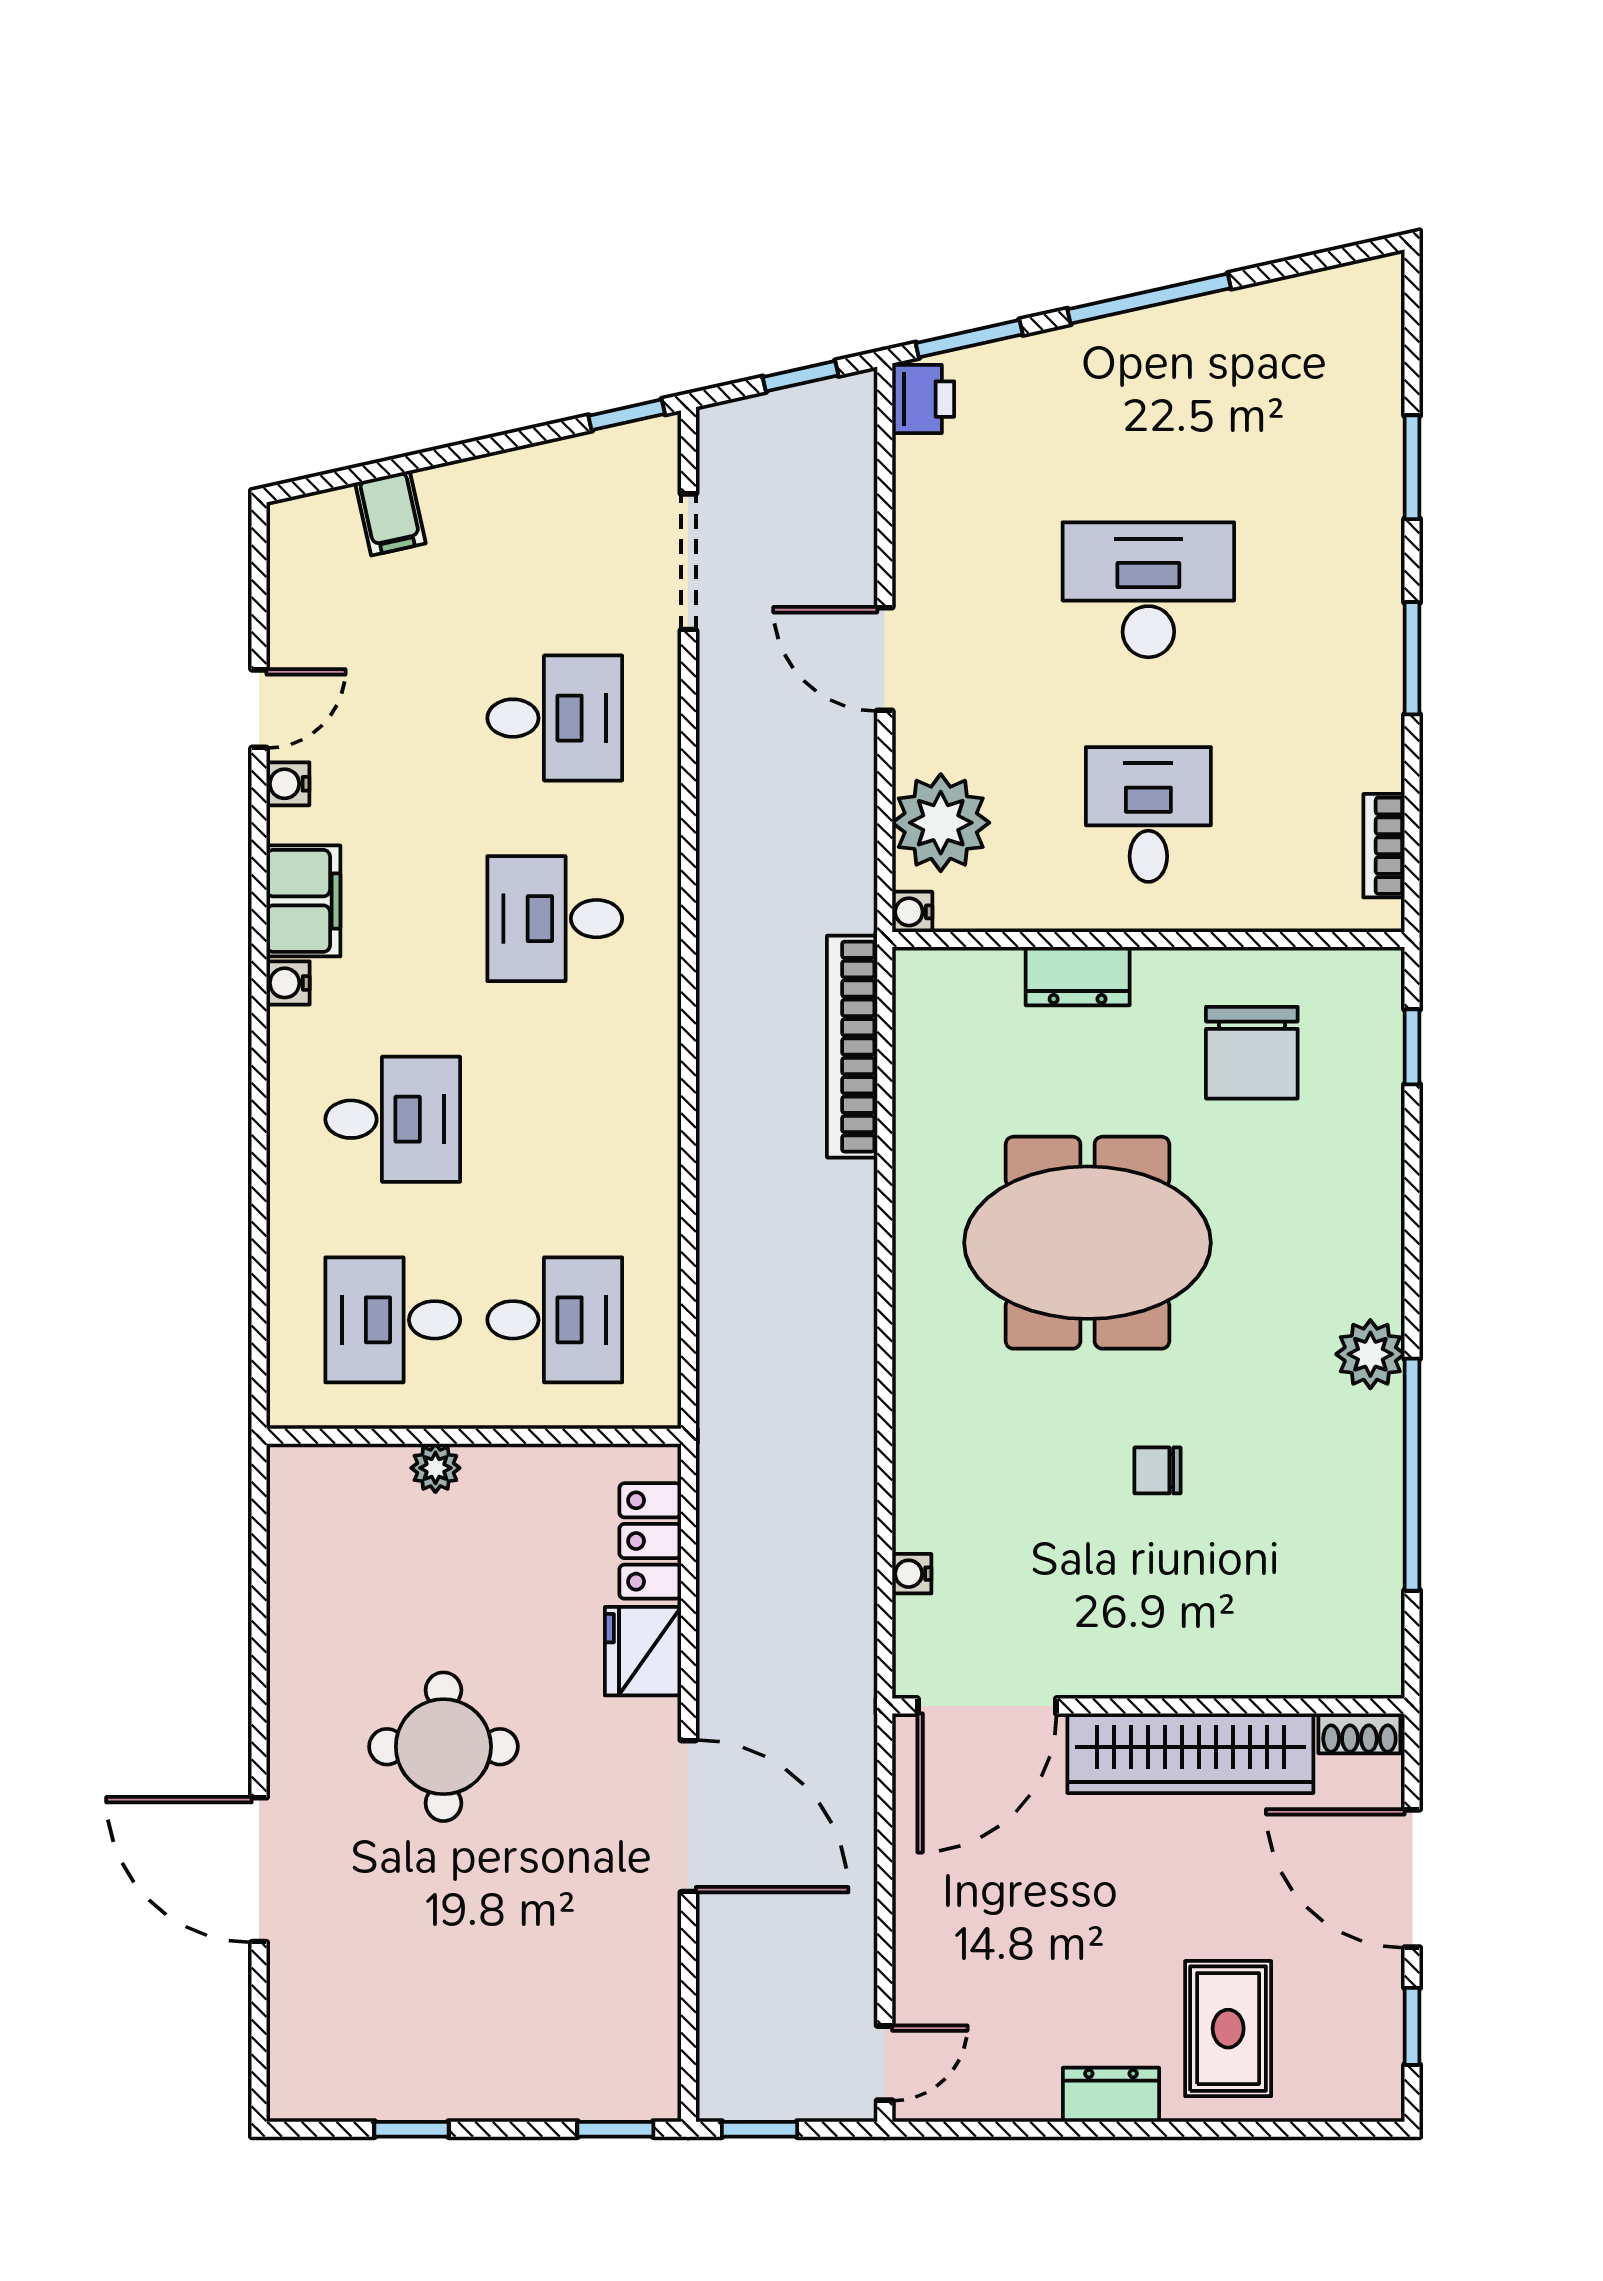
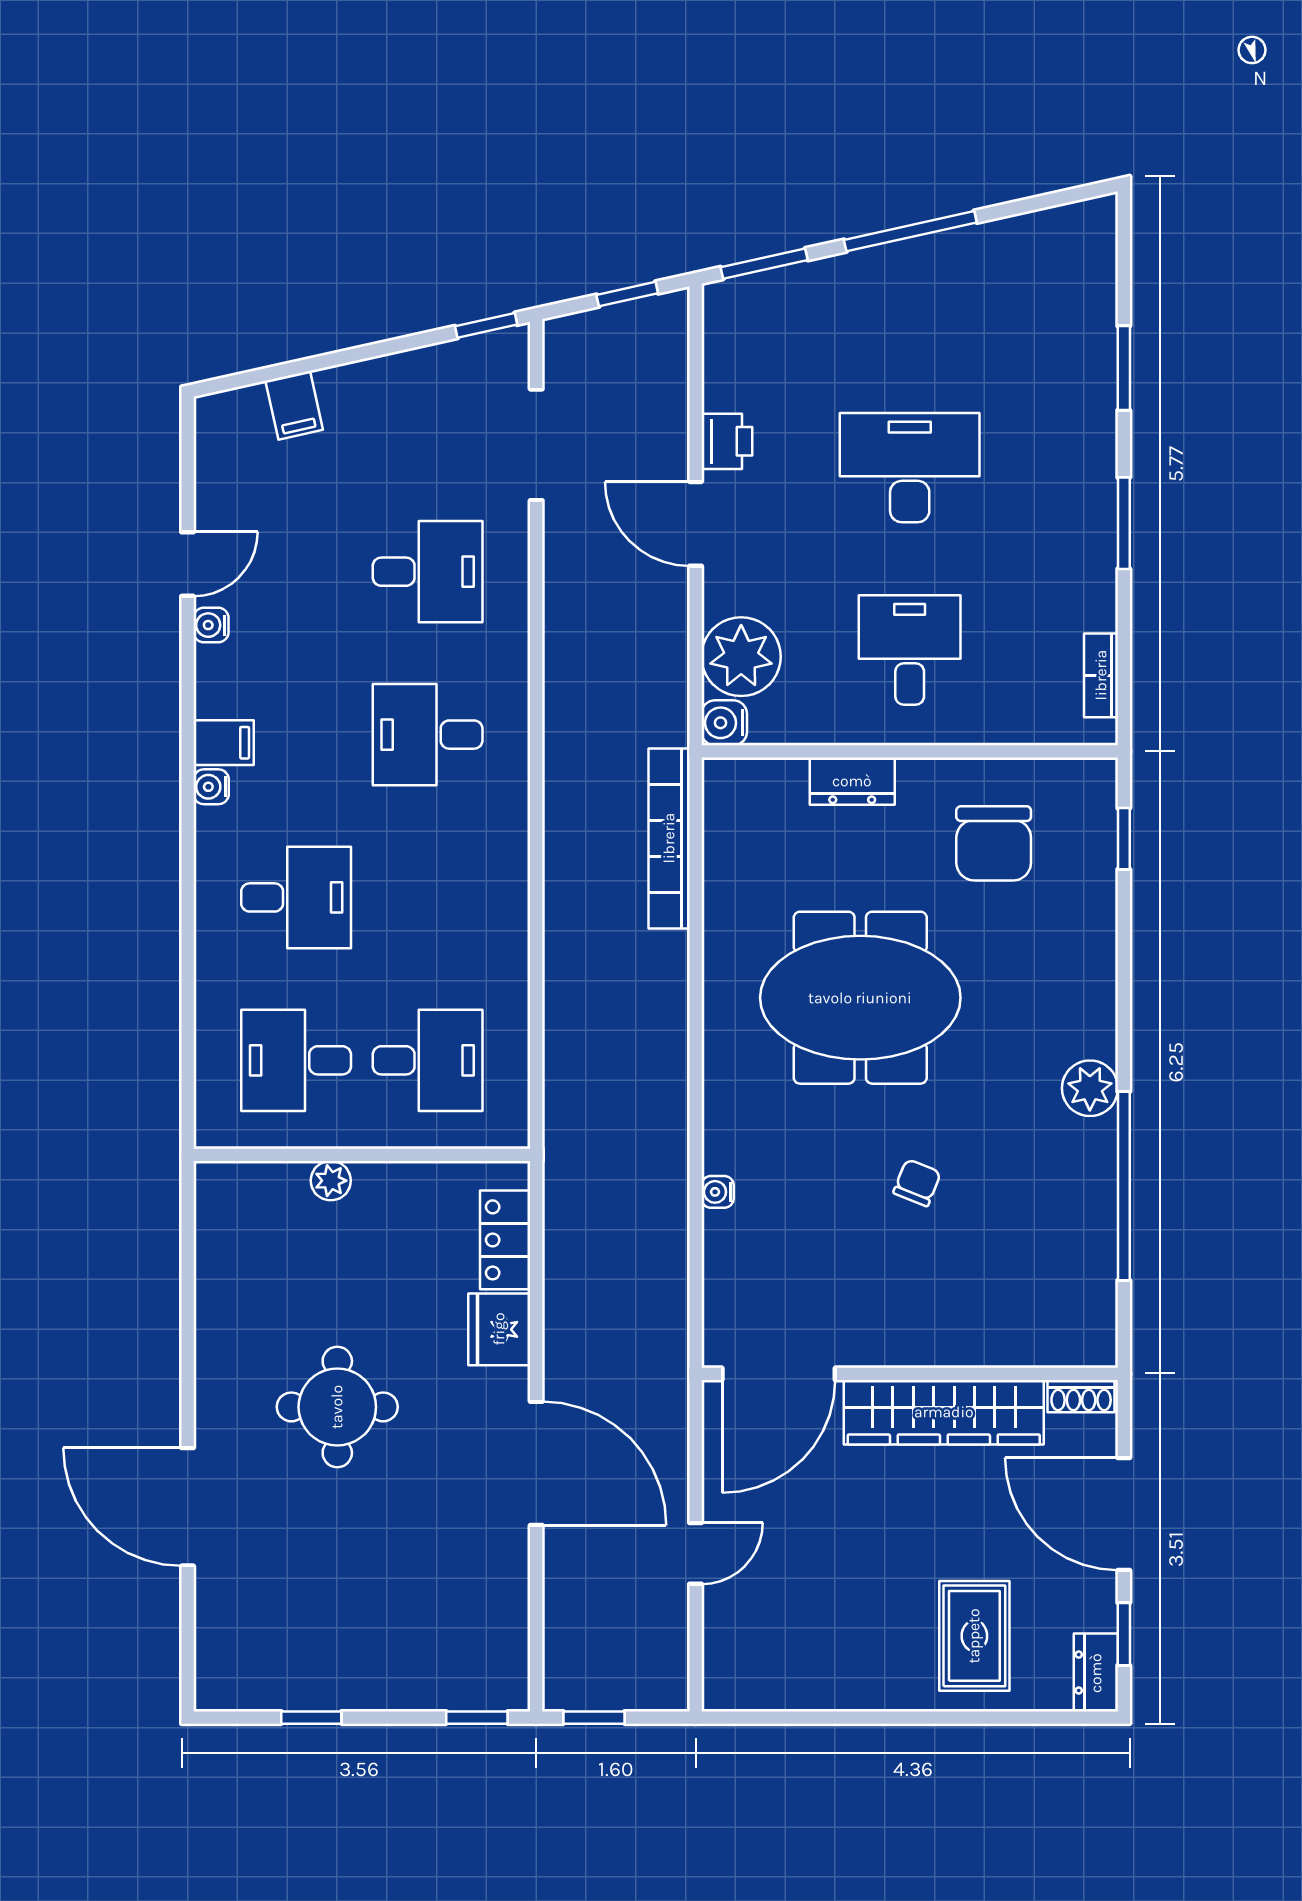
printer: (923, 399) -> (727, 441), moved
filing cabinet: (303, 901) -> (224, 743), width x0.50
water cooler: (912, 912) -> (724, 723), width x1.38, depth x1.38
chair: (1157, 1470) -> (917, 1183), turned 112
water cooler: (912, 1574) -> (718, 1192), moved
door: (885, 2063) -> (696, 1553), moved
dresser: (1111, 2095) -> (1096, 1673), moved, turned -90

